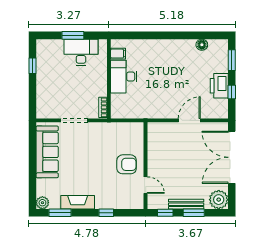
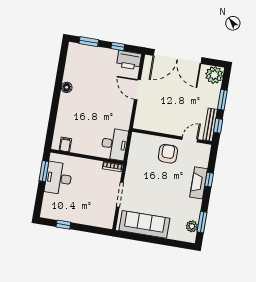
window: (73, 35) -> (44, 171), moved
floor lamp: (202, 45) -> (67, 87), moved
desk: (124, 77) -> (114, 144), moved, turned -90
printer: (219, 86) -> (129, 60), moved
fireplace: (78, 202) -> (199, 183), moved
plant: (42, 203) -> (192, 226), moved
bench: (186, 204) -> (210, 125), moved

